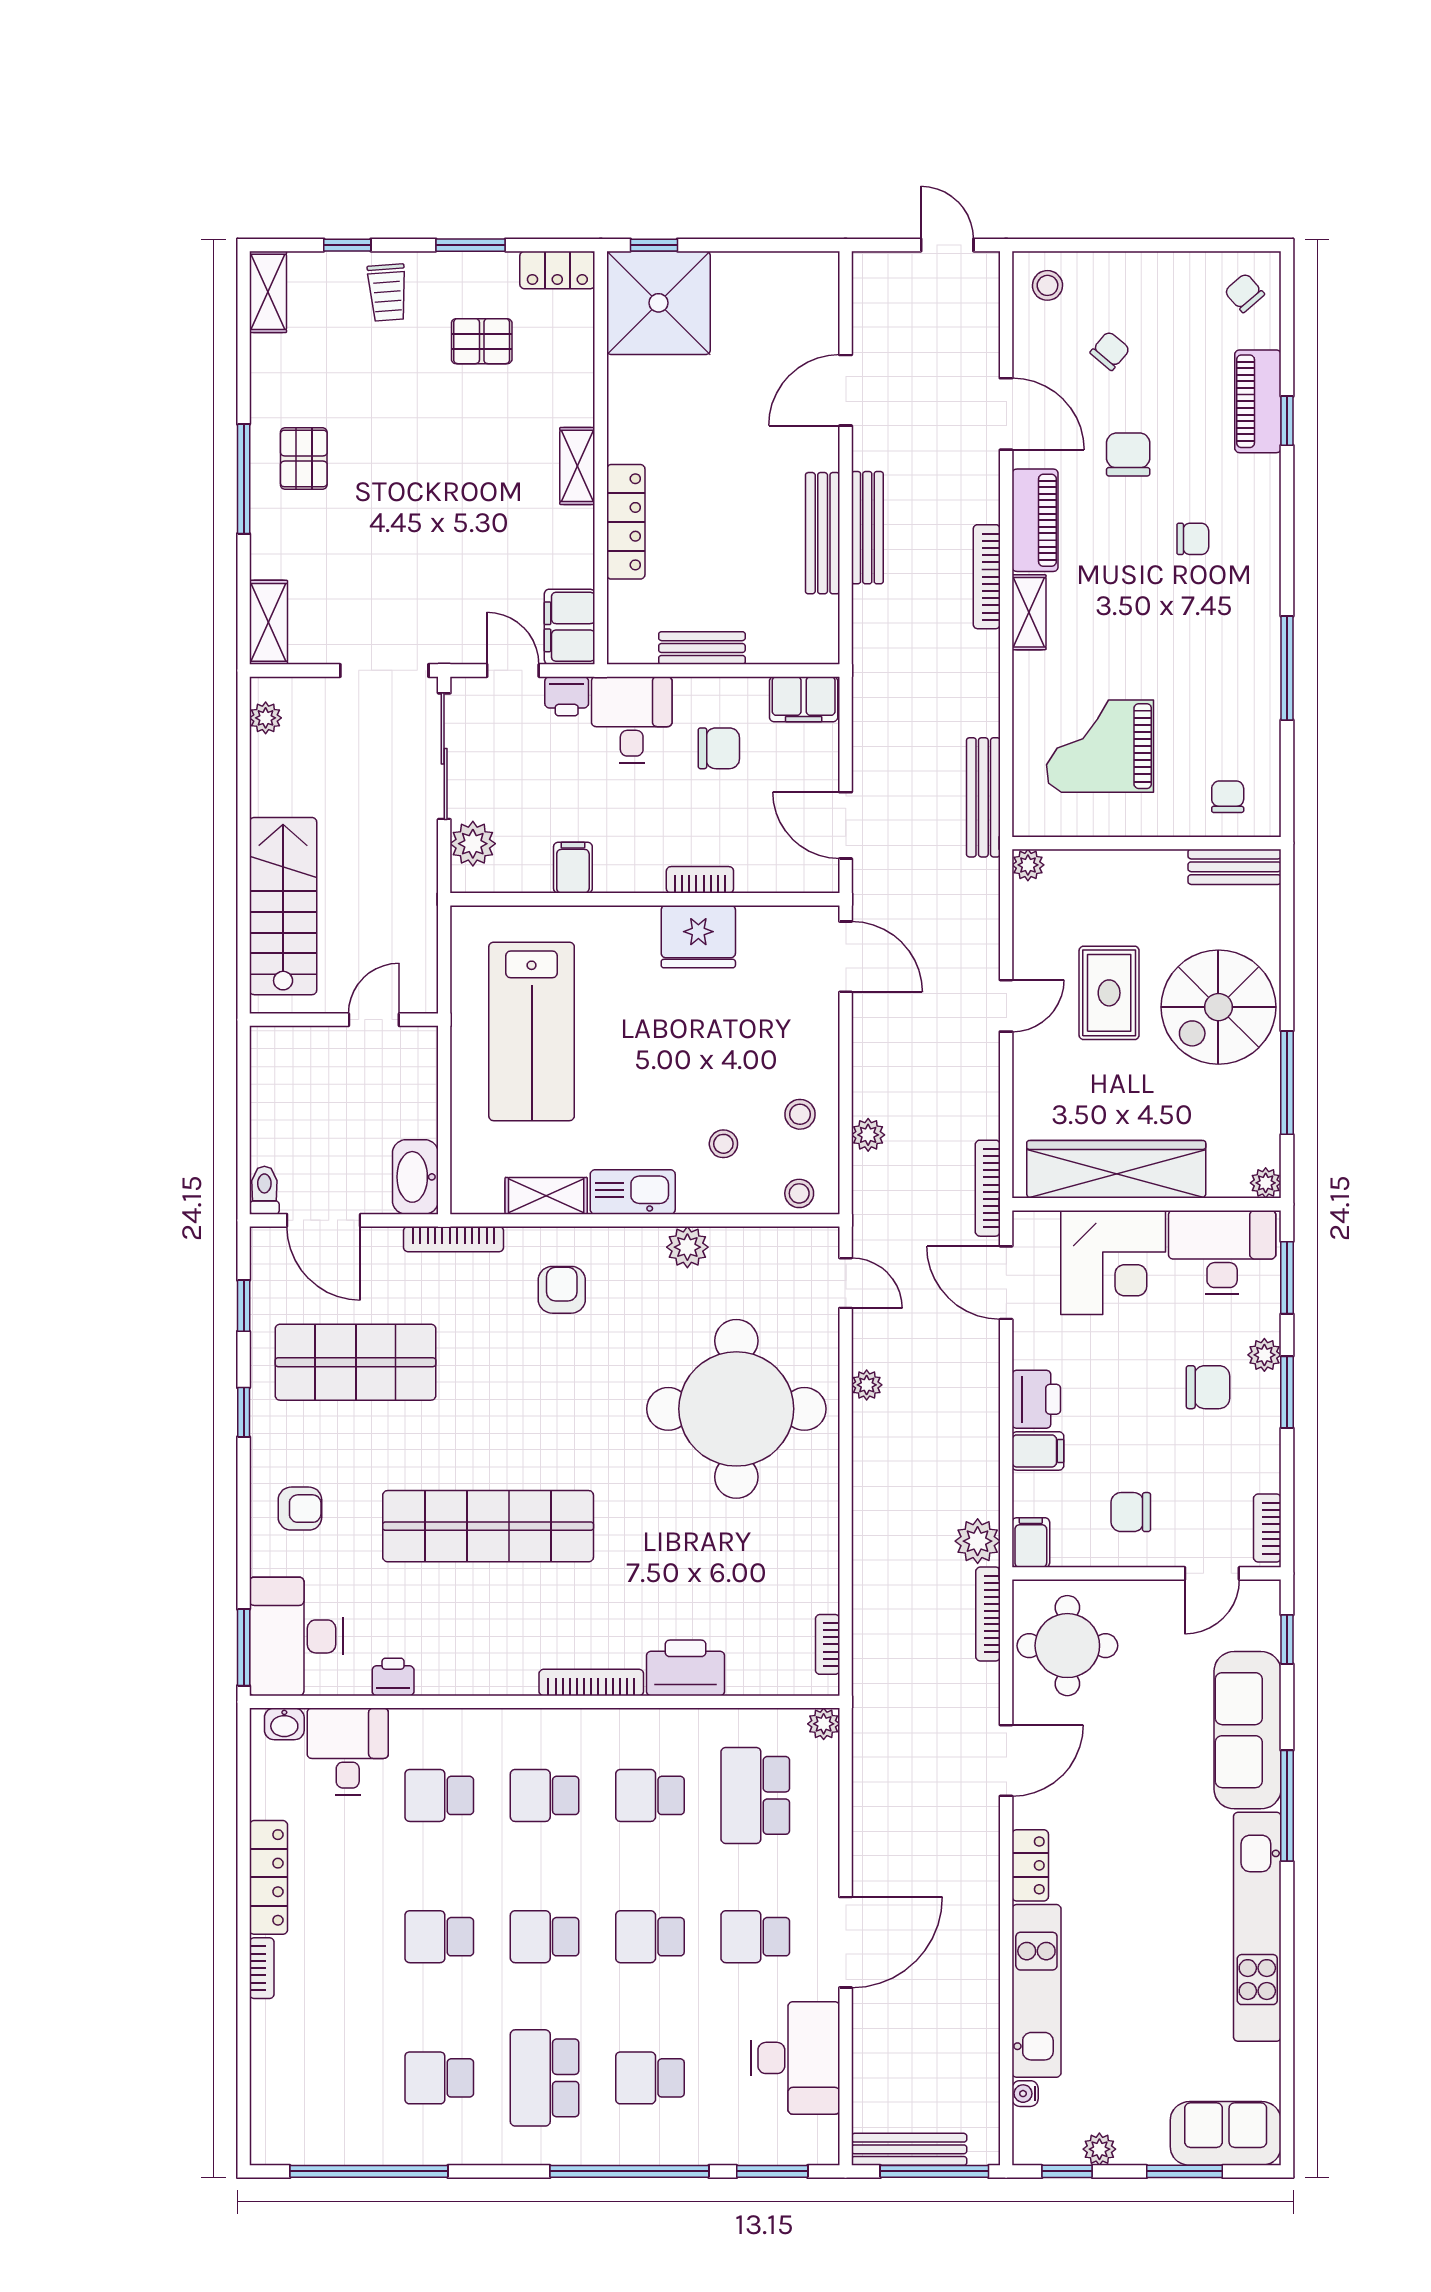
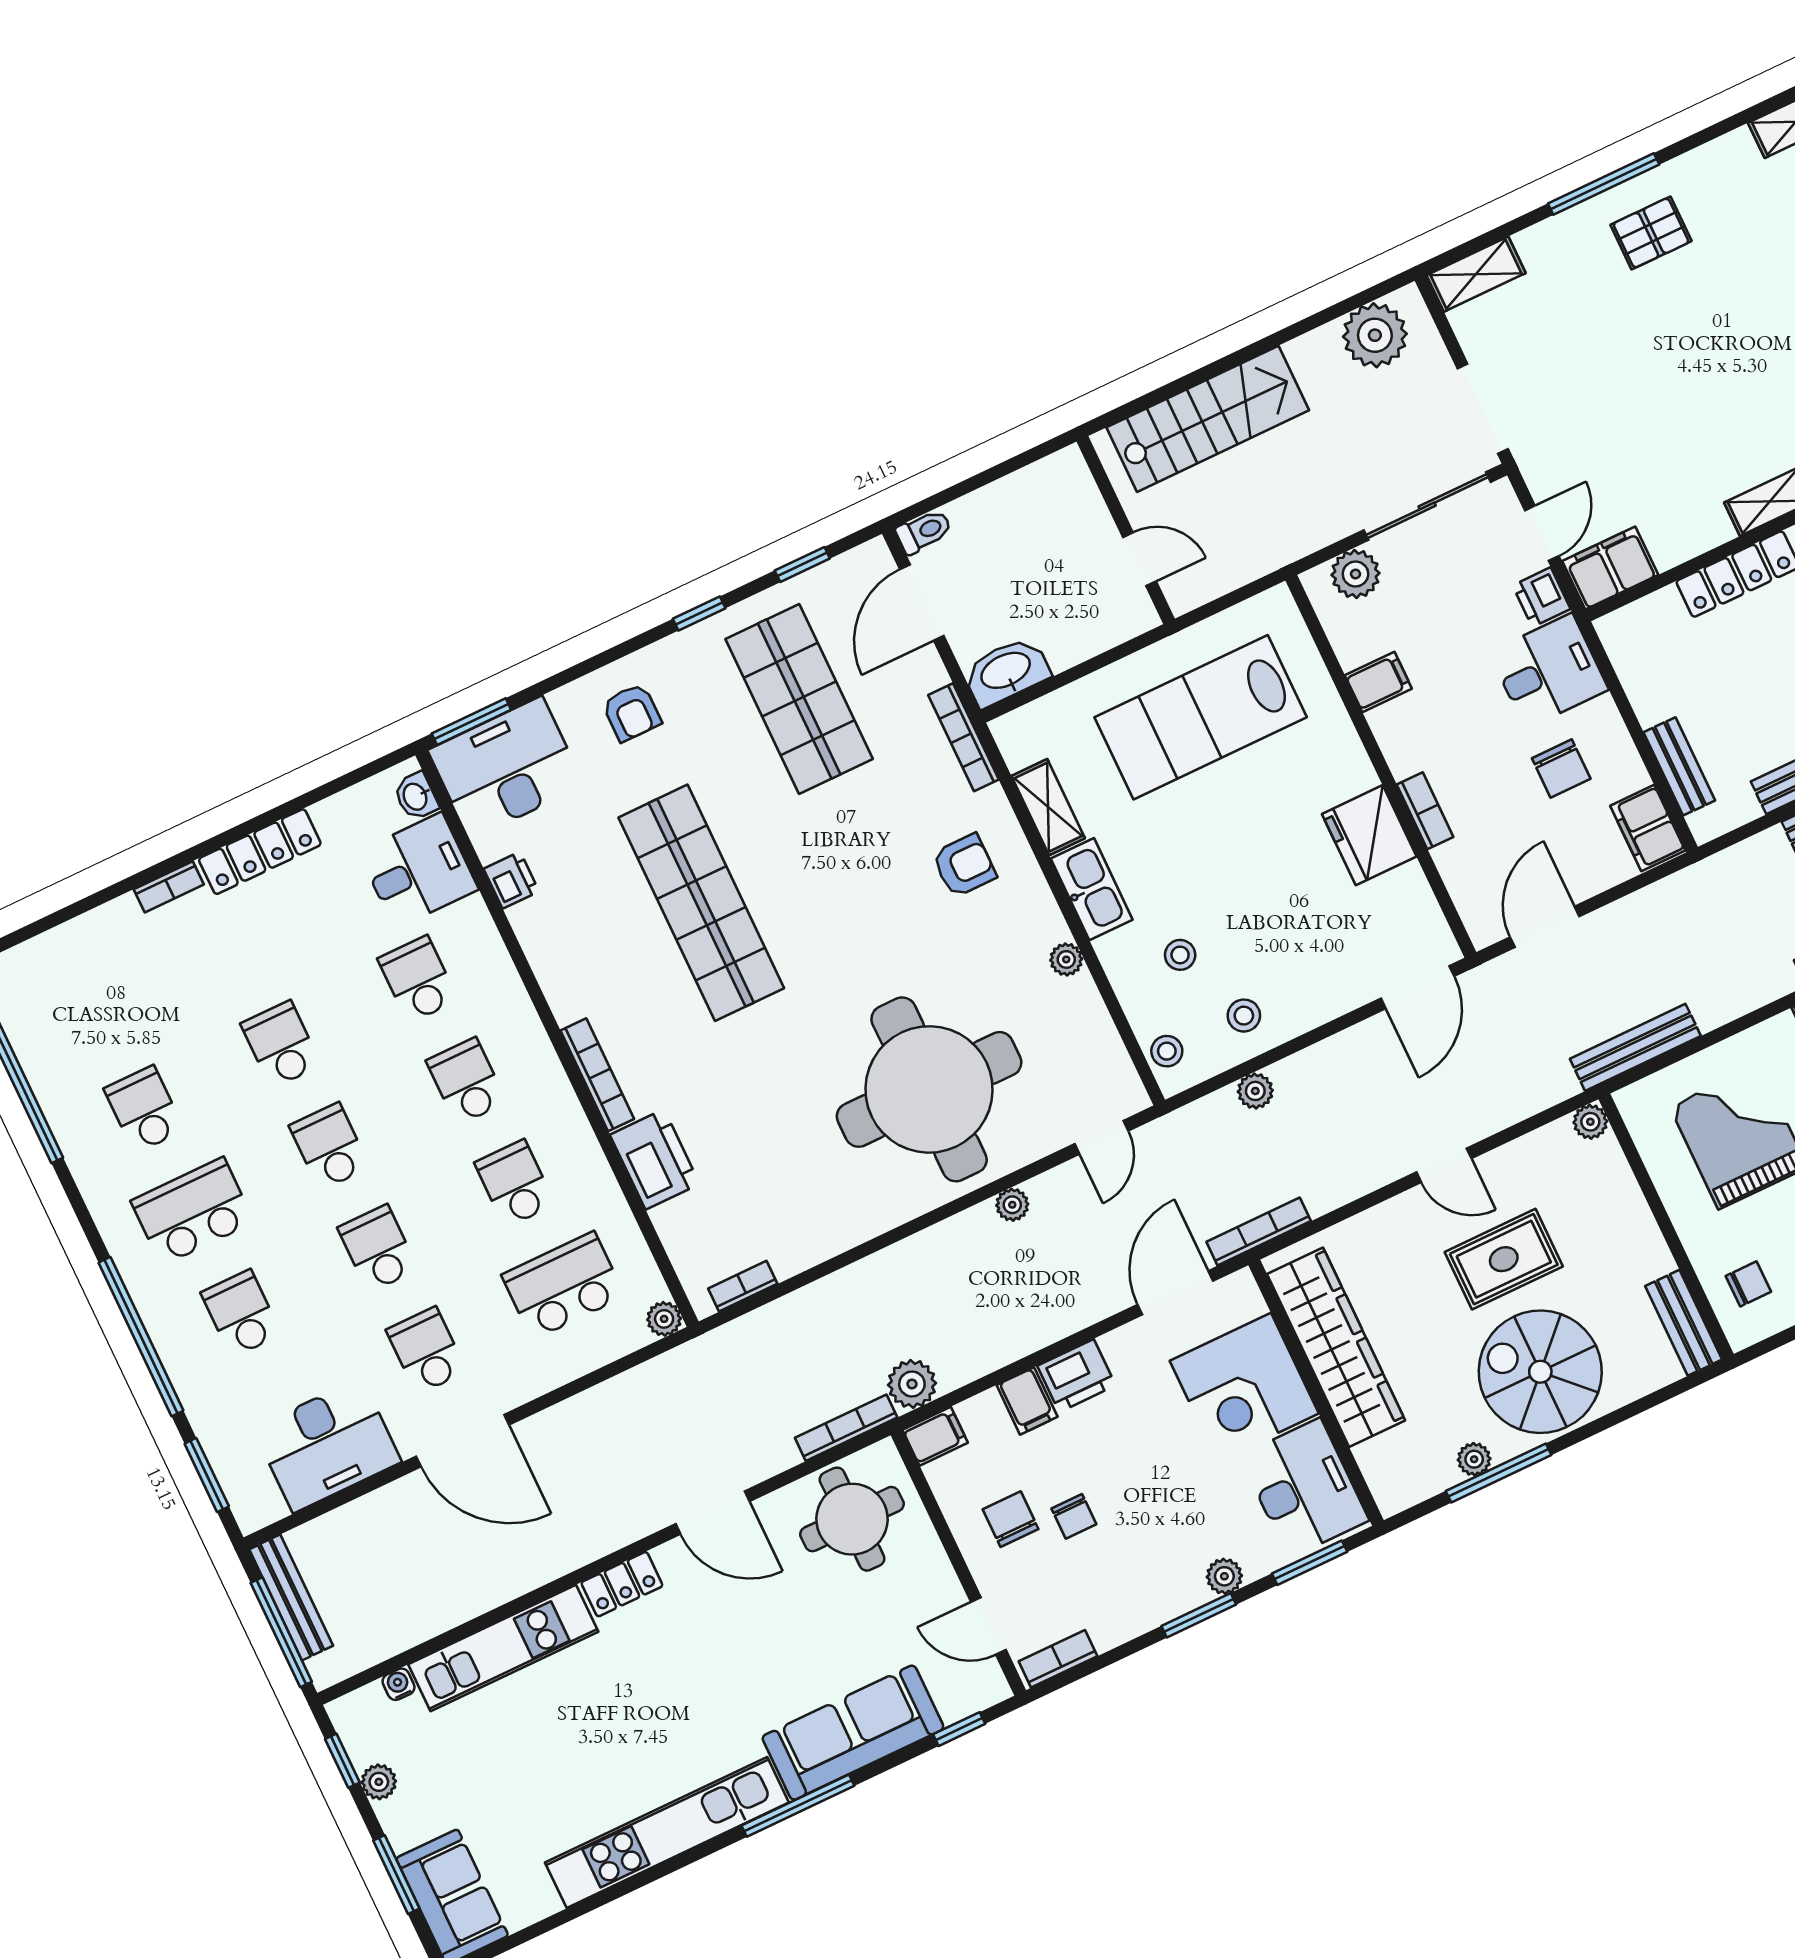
bench: (702, 648) -> (1679, 766), moved
plant: (266, 718) -> (1375, 335), width x1.87, depth x1.87
plant: (1266, 1183) -> (1474, 1459), moved
plant: (687, 1247) -> (1066, 959), width x0.73, depth x0.73
chair: (1208, 1387) -> (1074, 1516), moved, width x0.73, depth x0.73

